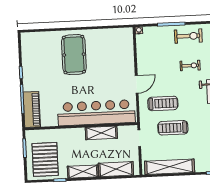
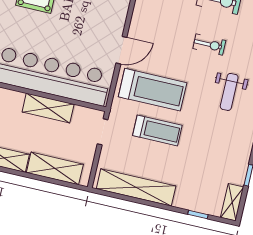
treadmill: (163, 103) -> (153, 90), width x1.37, depth x1.38
treadmill: (173, 128) -> (157, 130), turned 180

